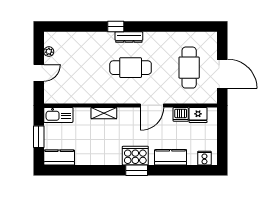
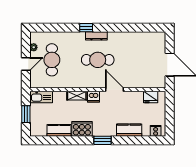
cafe table: (189, 68) -> (52, 60), moved
door: (152, 105) -> (115, 90), swing flipped
dishwasher: (181, 114) -> (93, 97), moved
cooker: (135, 156) -> (82, 129), moved
kitchen counter: (59, 157) -> (59, 130), moved

